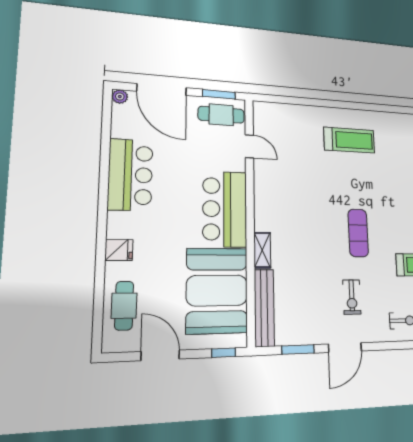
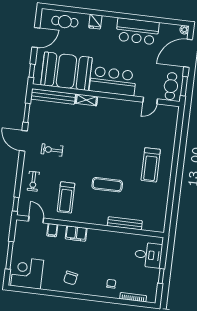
exercise mat: (358, 233) -> (107, 185), moved

